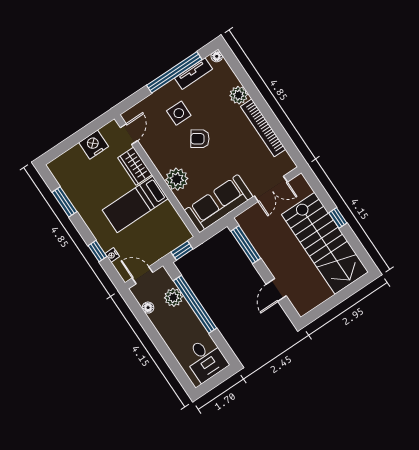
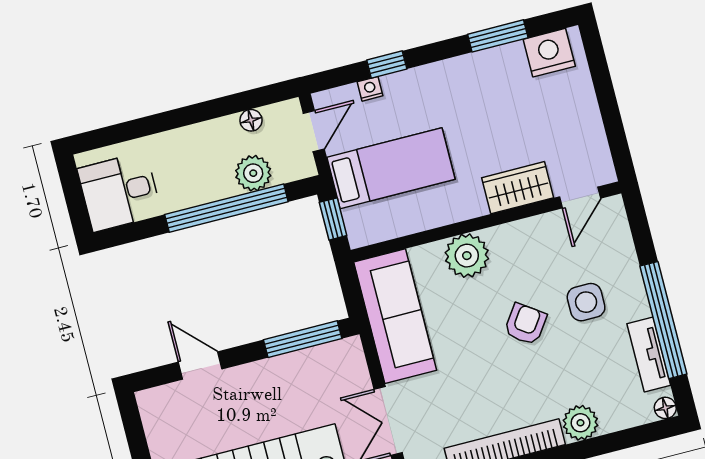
door: (129, 134) -> (580, 197), hinge flipped
nightstand: (94, 145) -> (549, 53), moved, turned -90
bed: (135, 204) -> (391, 168), moved, turned 90

